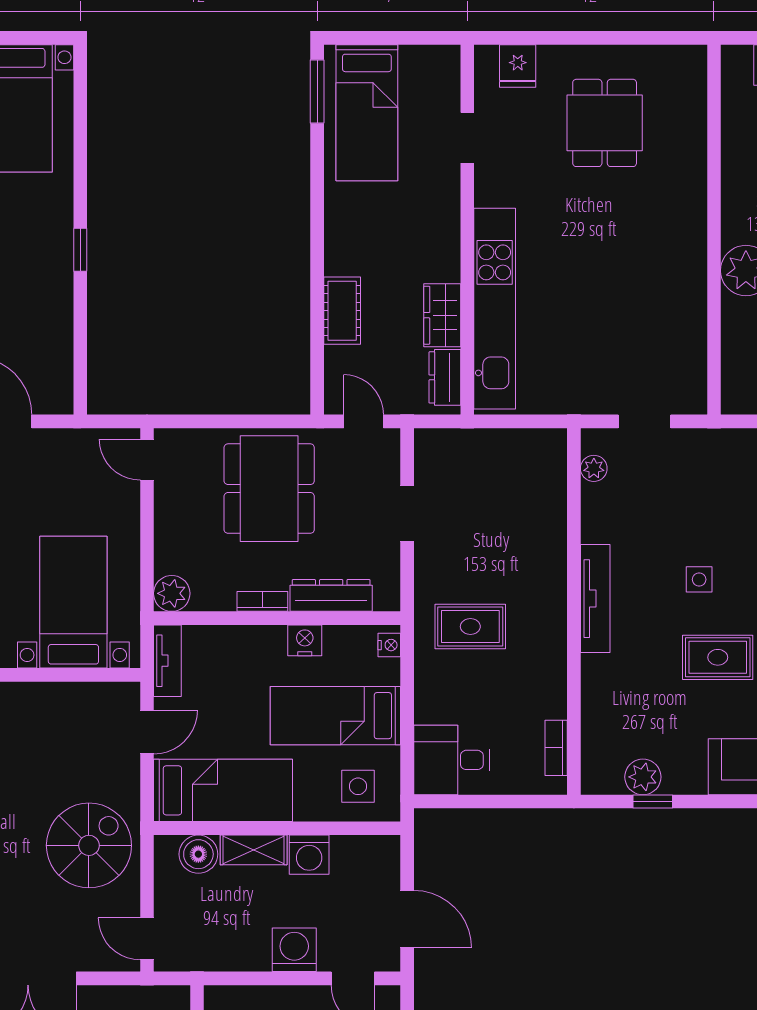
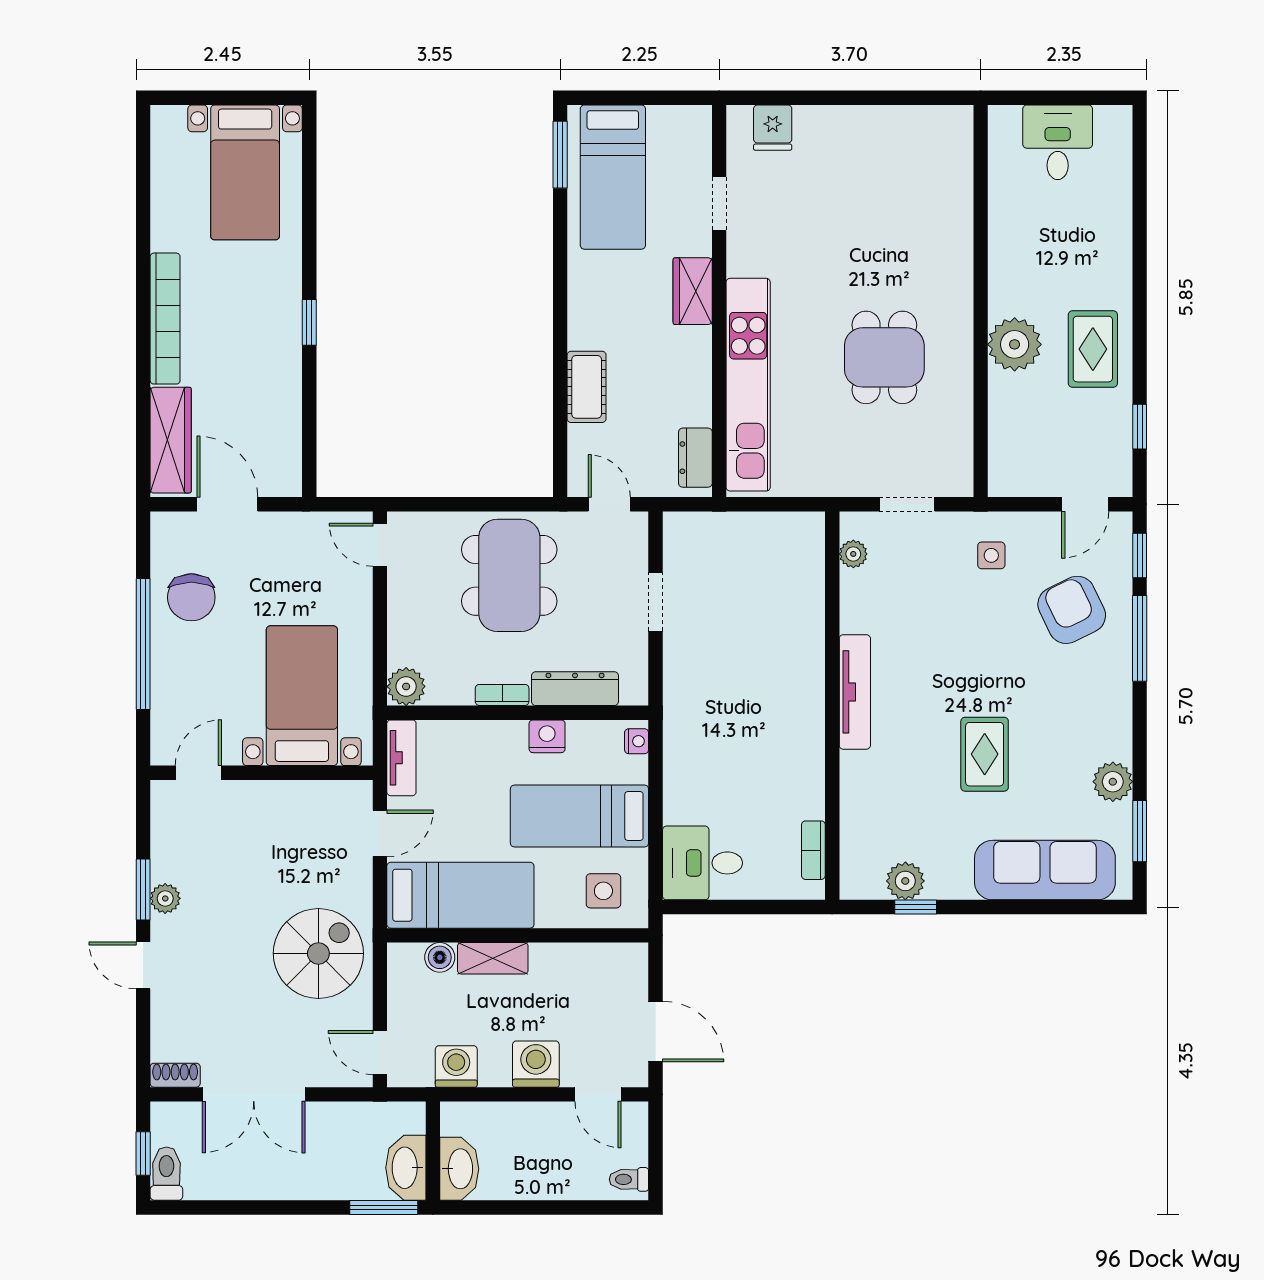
dining table: (605, 123) -> (884, 357), moved
wardrobe: (442, 315) -> (693, 291), moved
side table: (699, 579) -> (991, 555), moved
rug: (470, 627) -> (722, 722), removed
rug: (718, 657) -> (985, 754), turned 90
boiler: (198, 854) -> (440, 957), width x0.73, depth x0.73
washing machine: (309, 855) -> (456, 1066), moved, turned 180

